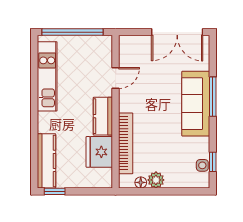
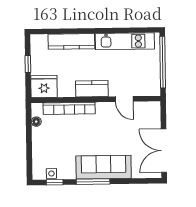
window: (213, 97) -> (93, 182), moved
fridge: (99, 152) -> (44, 86), moved
kitchen counter: (47, 161) -> (71, 41), moved
plant: (156, 180) -> (39, 134), removed
window: (55, 191) -> (28, 64), moved

